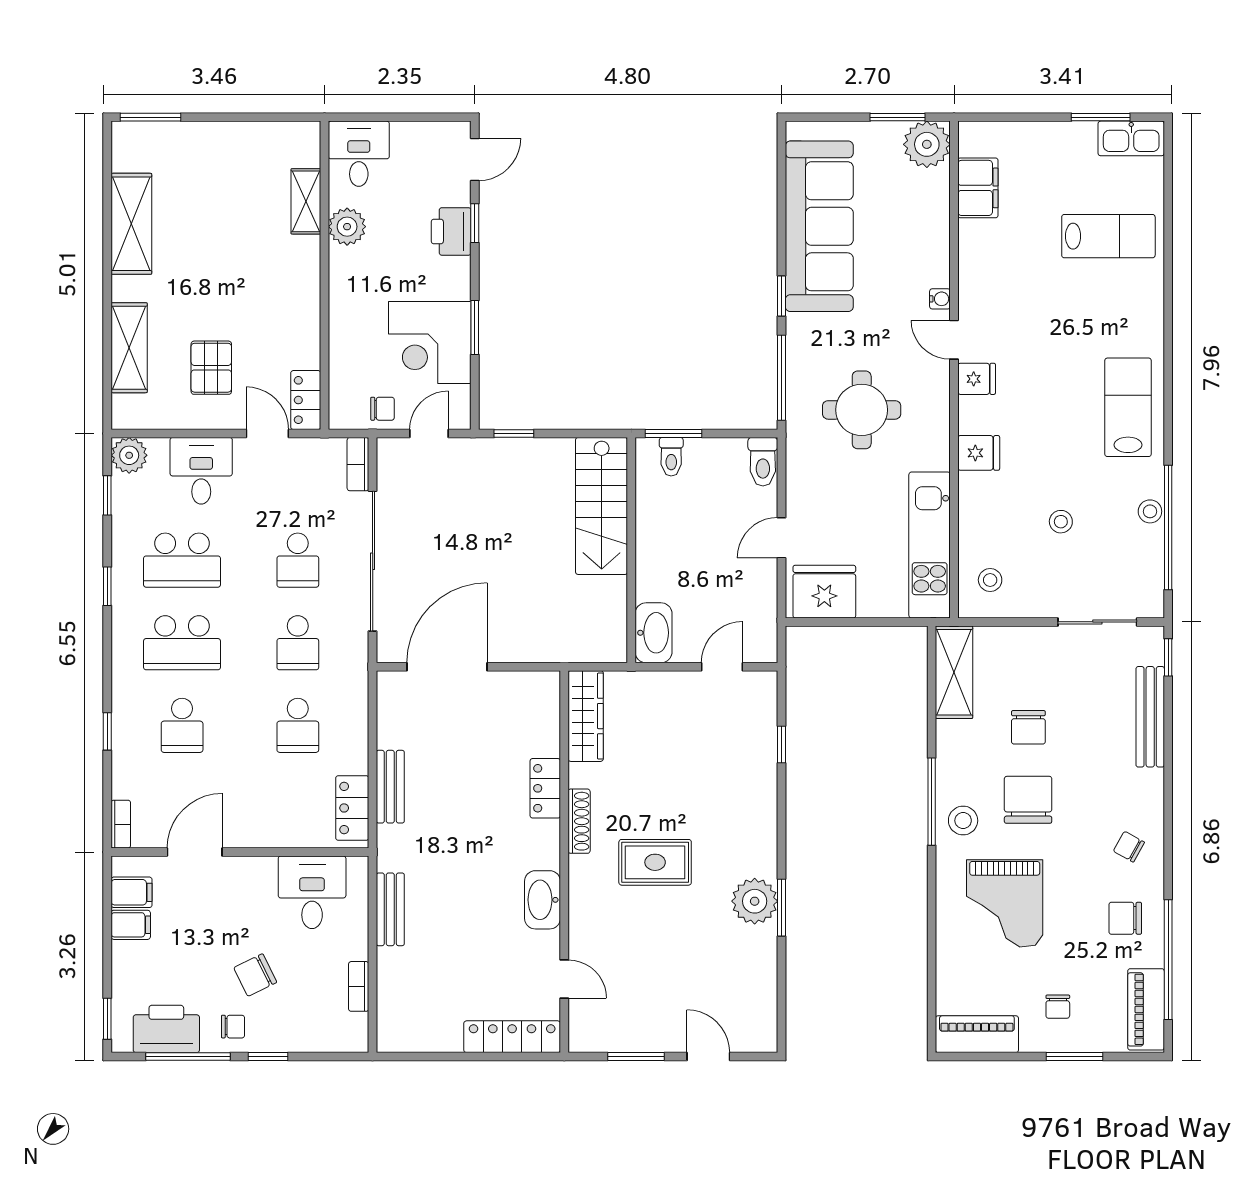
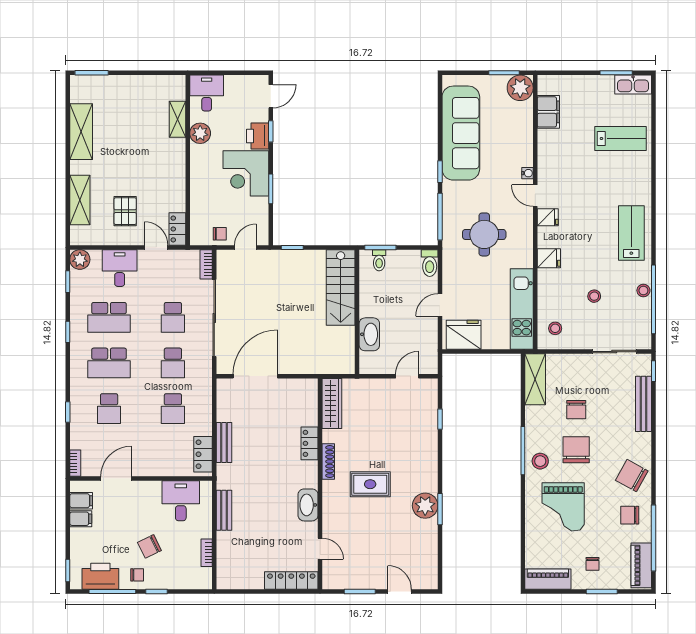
corner desk: (430, 342) -> (246, 173), moved
washbasin: (654, 633) -> (369, 334), moved
chair: (1129, 847) -> (632, 476), width x1.87, depth x1.87

